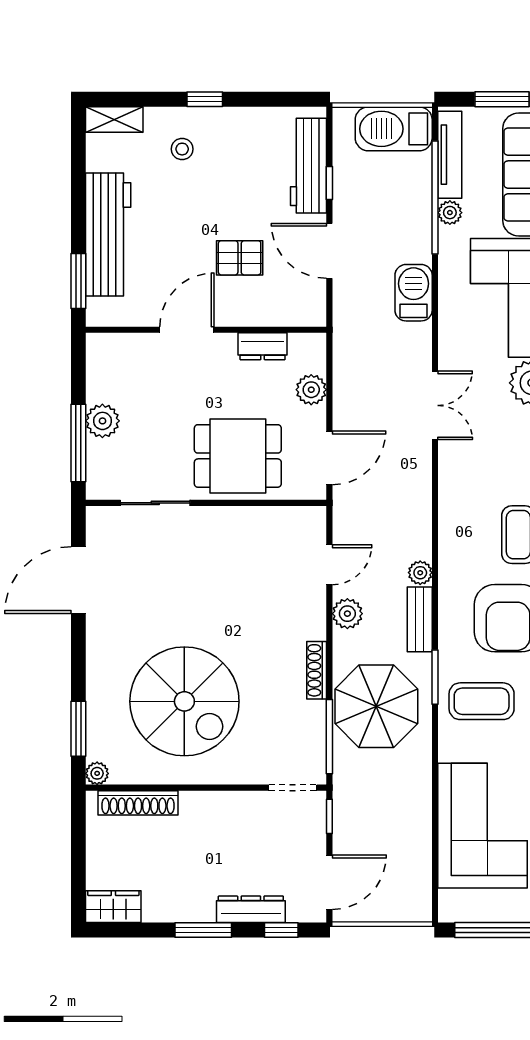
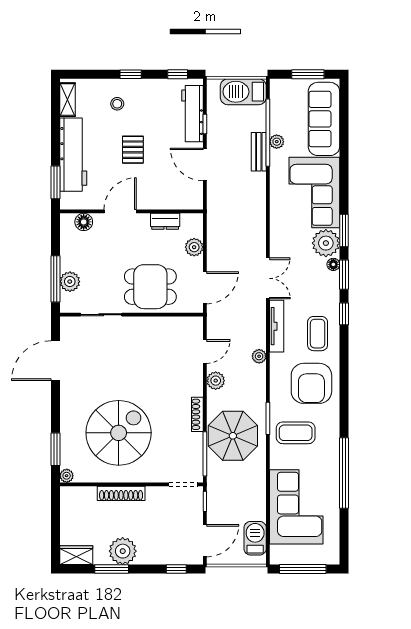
window: (283, 99) -> (178, 74), added
shelving: (114, 120) -> (67, 100), moved, turned 90
tv unit: (450, 155) -> (277, 326), moved
pallet: (240, 258) -> (133, 150), moved, turned 90
barbecue: (414, 293) -> (255, 538), moved
floor lamp: (126, 347) -> (84, 222), added
double door: (435, 405) -> (268, 278), moved
plant: (102, 421) -> (70, 282), moved
bench: (420, 619) -> (259, 152), moved
spiral stairs: (184, 701) -> (119, 433), turned -90
shoe rack: (138, 803) -> (121, 493), moved
plant: (191, 900) -> (123, 551), added
dresser: (251, 909) -> (158, 557), removed
window: (203, 930) -> (112, 569), moved

